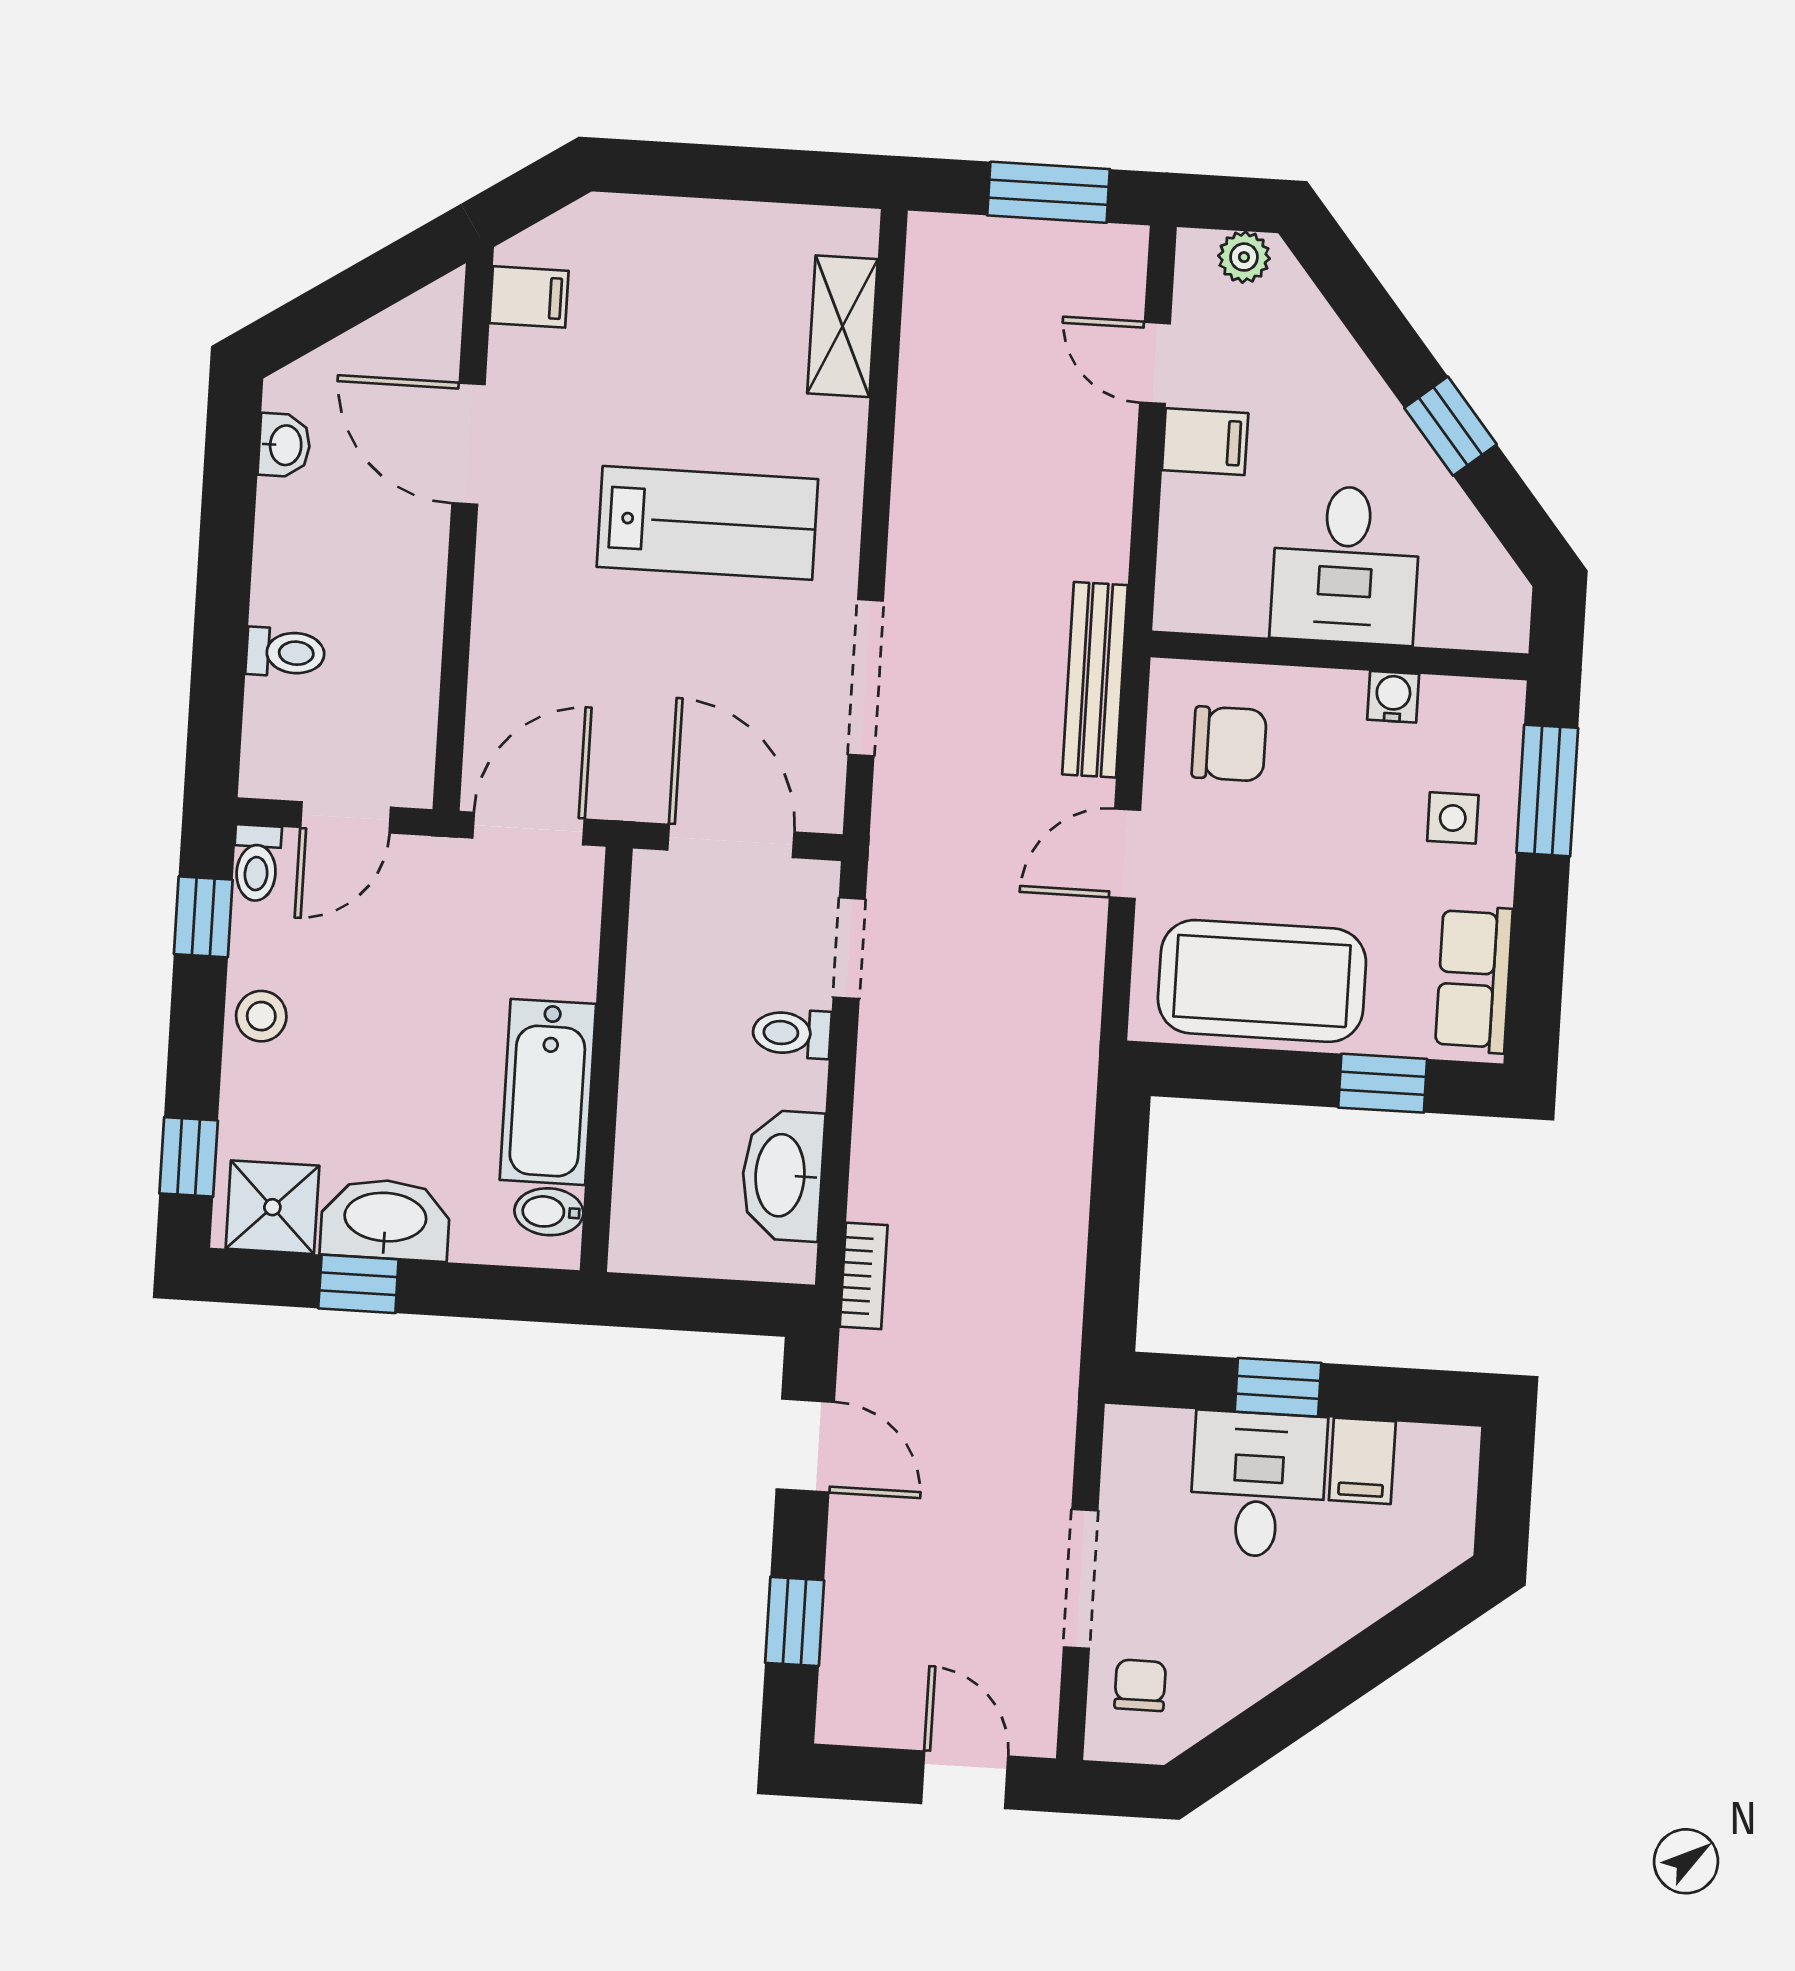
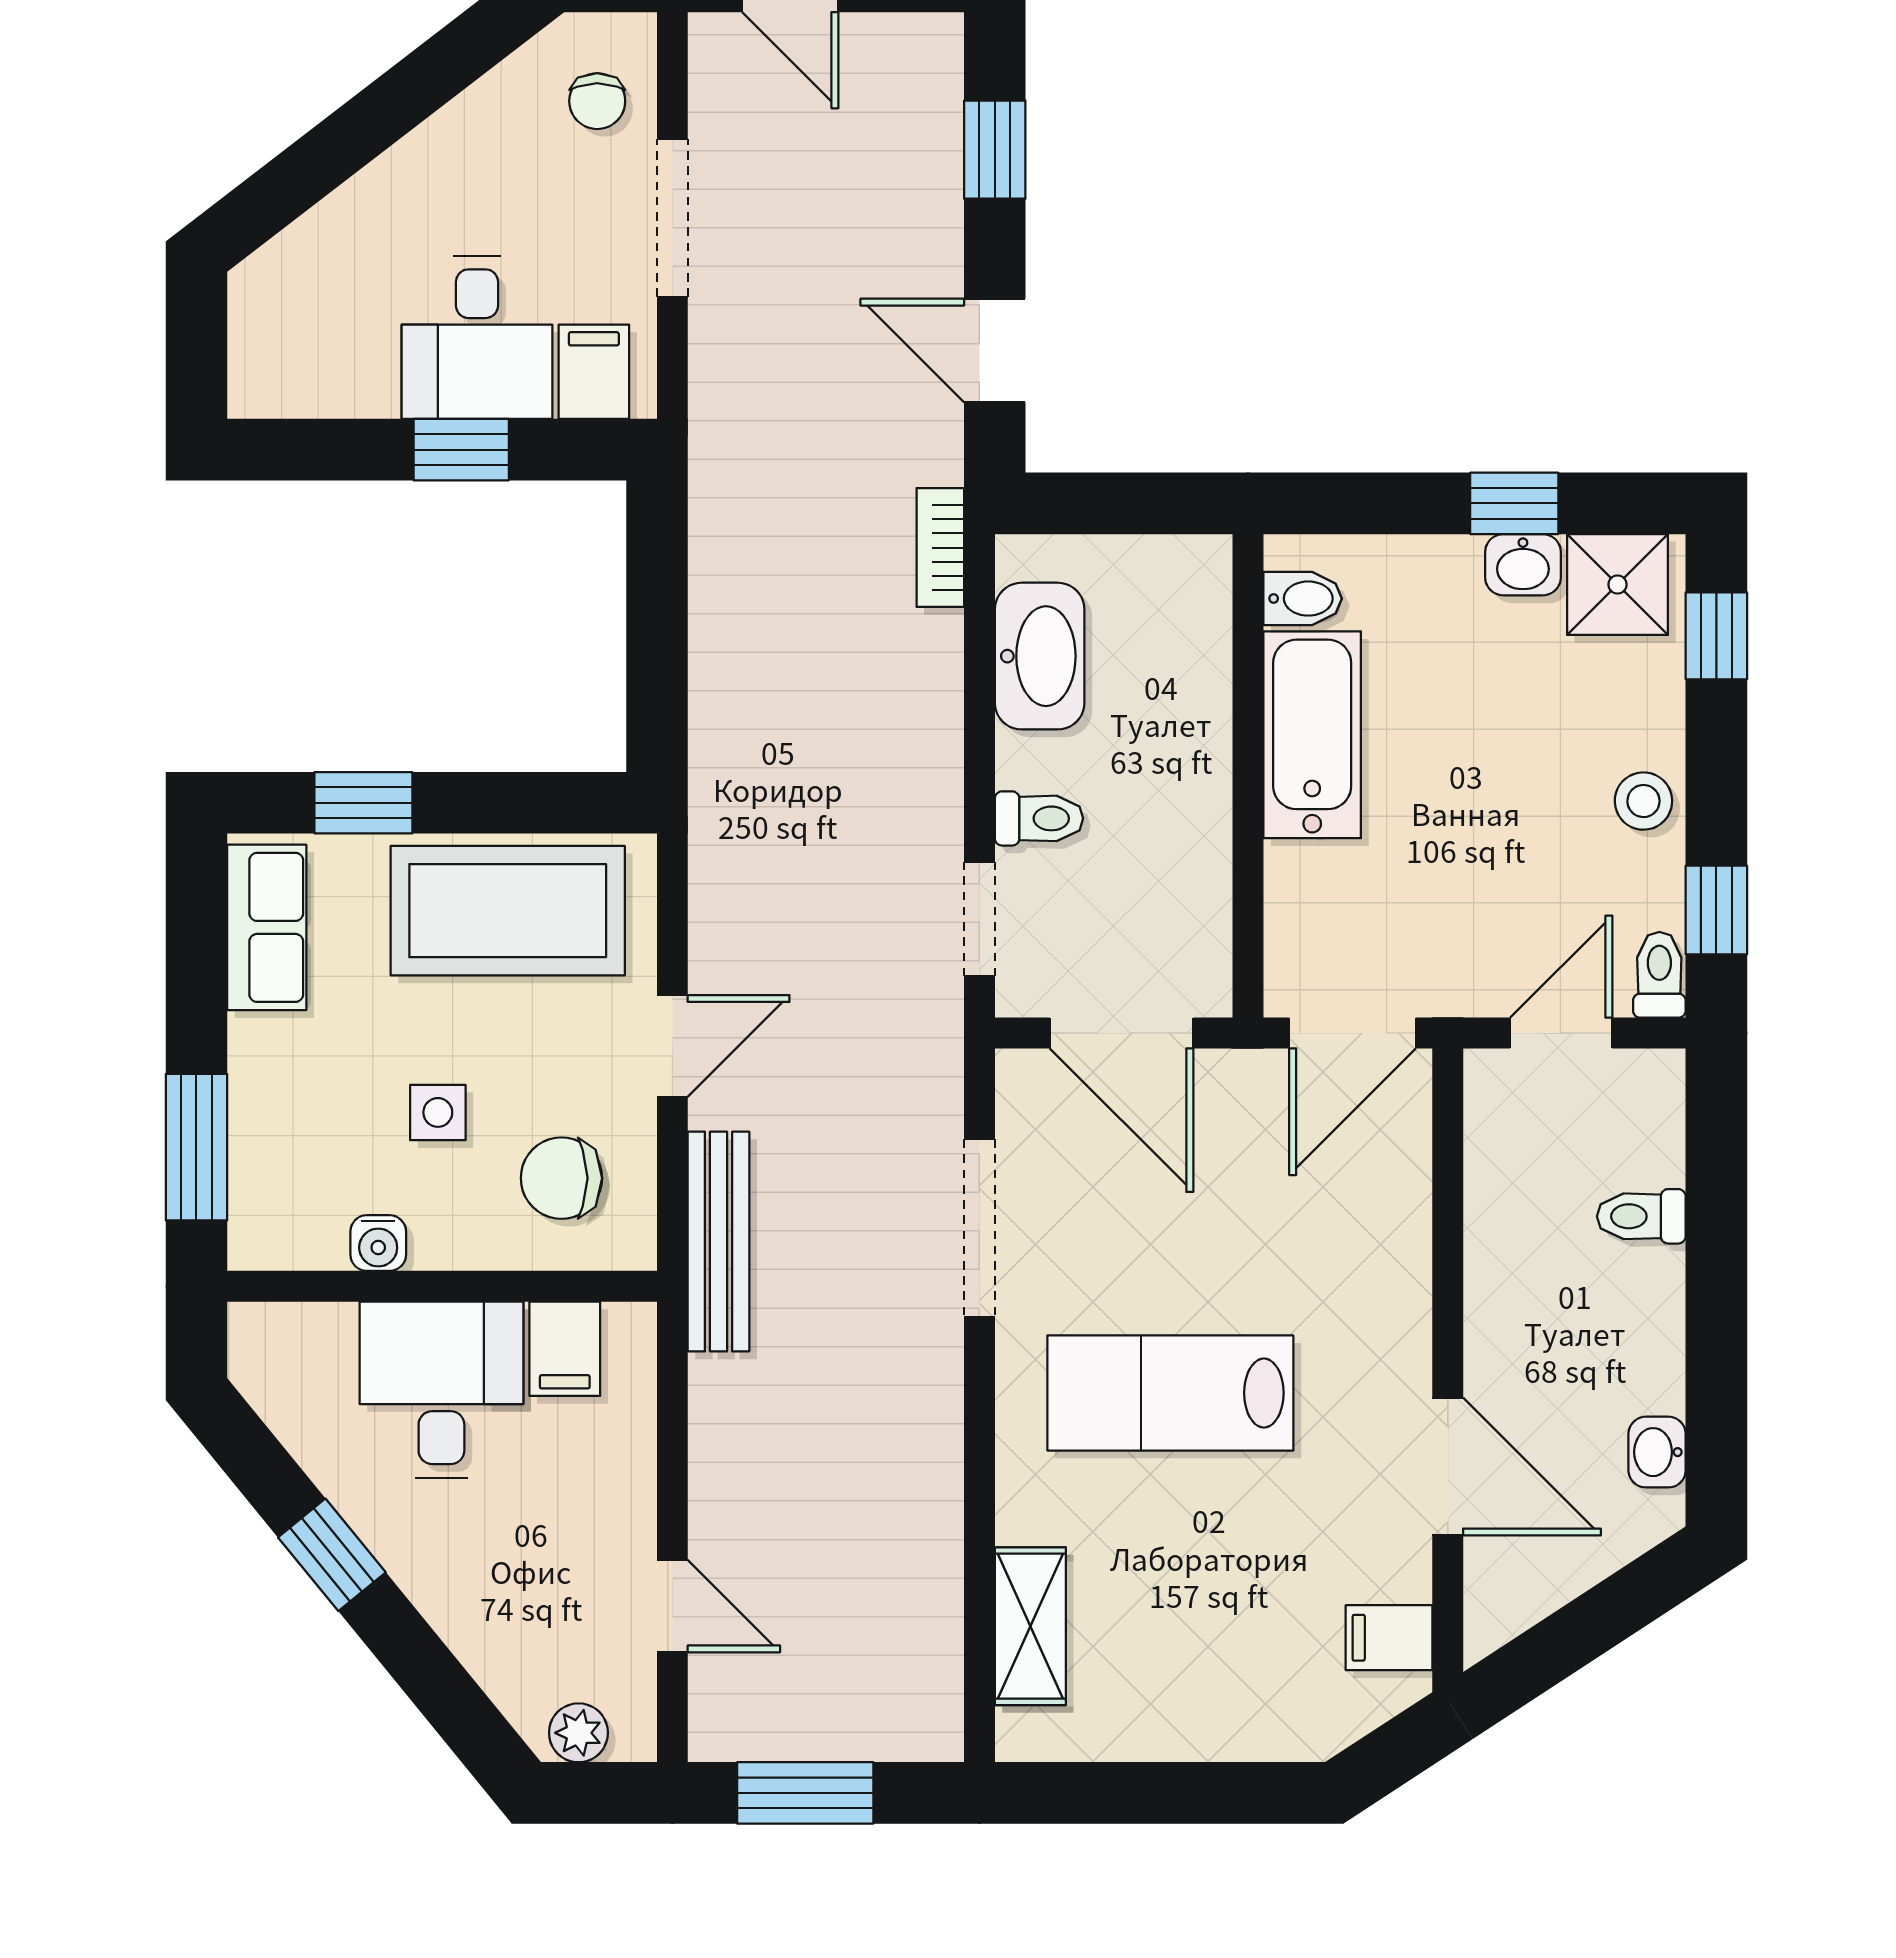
filing cabinet: (1205, 442) -> (565, 1349), moved, turned -90
side table: (1453, 818) -> (438, 1112), moved
washbasin: (385, 1219) -> (1523, 565), width x0.52, depth x0.69
filing cabinet: (1362, 1461) -> (594, 372), moved

